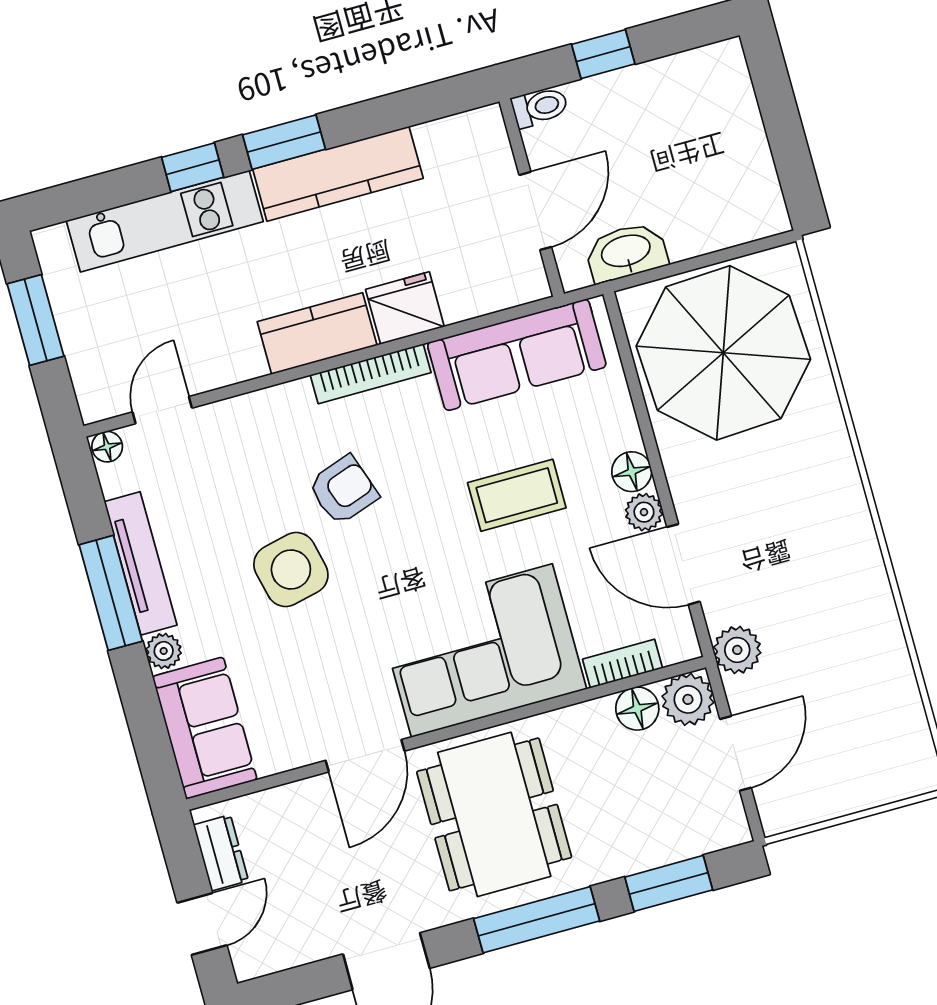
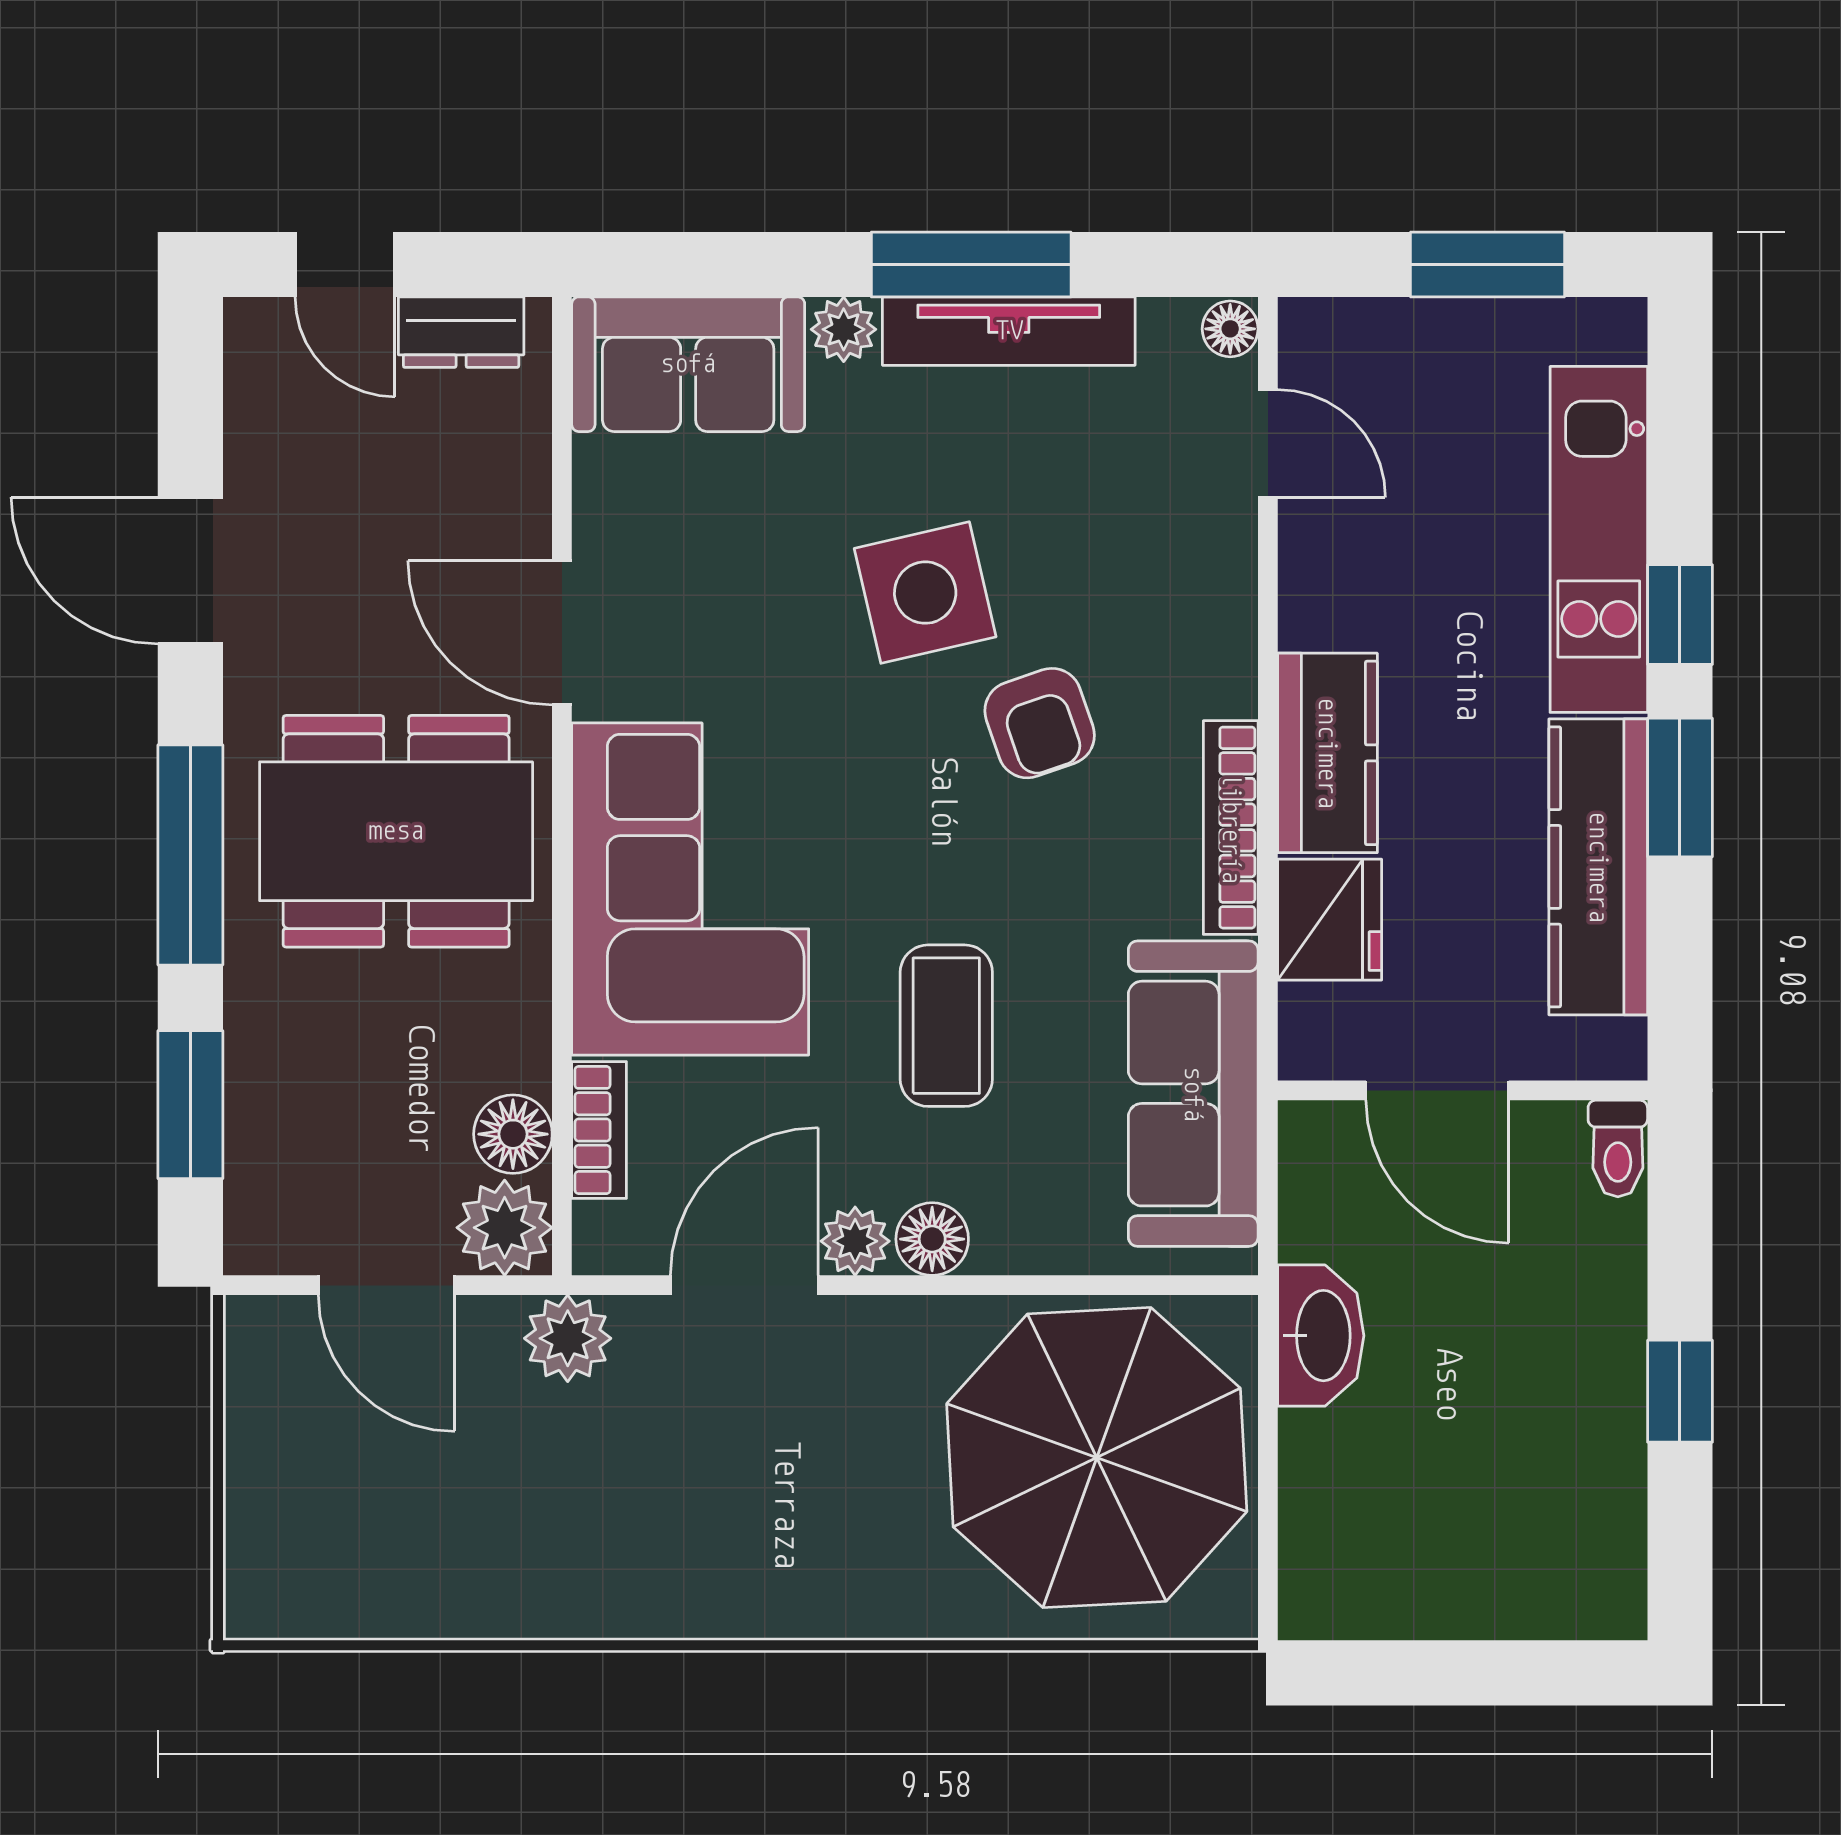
toilet: (540, 107) -> (1618, 1148), moved
wall: (532, 198) -> (1463, 1090), moved
door: (535, 211) -> (1437, 1090), moved

